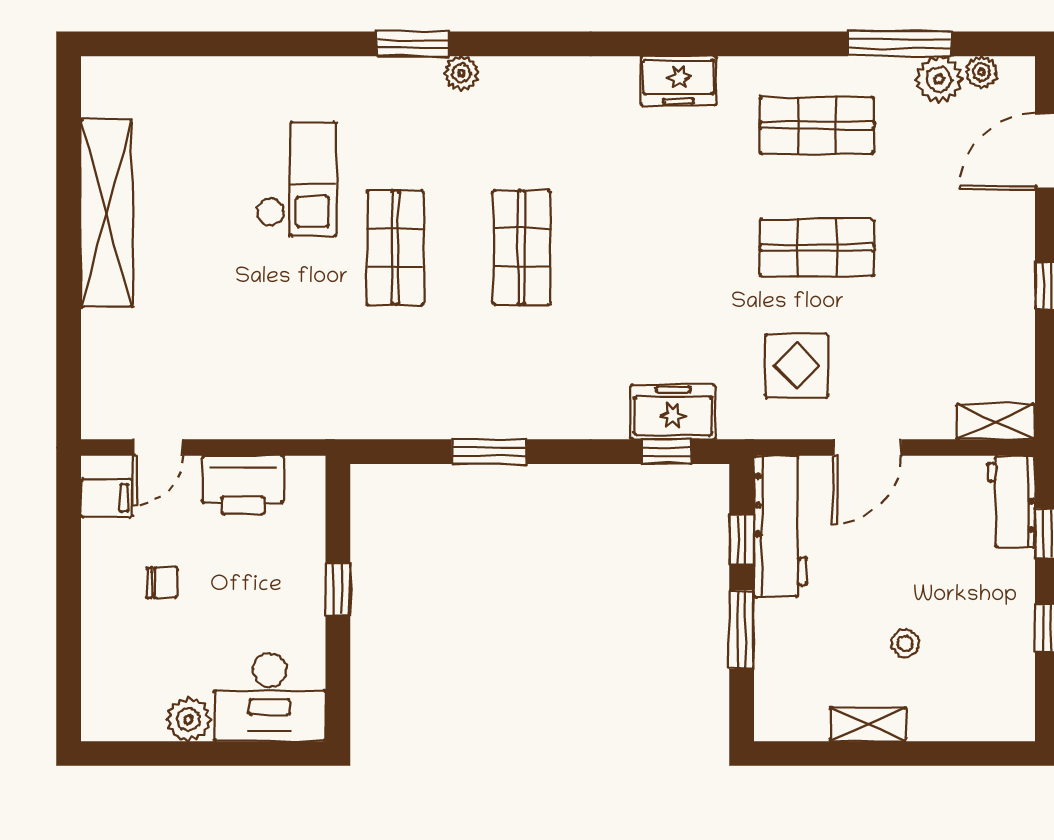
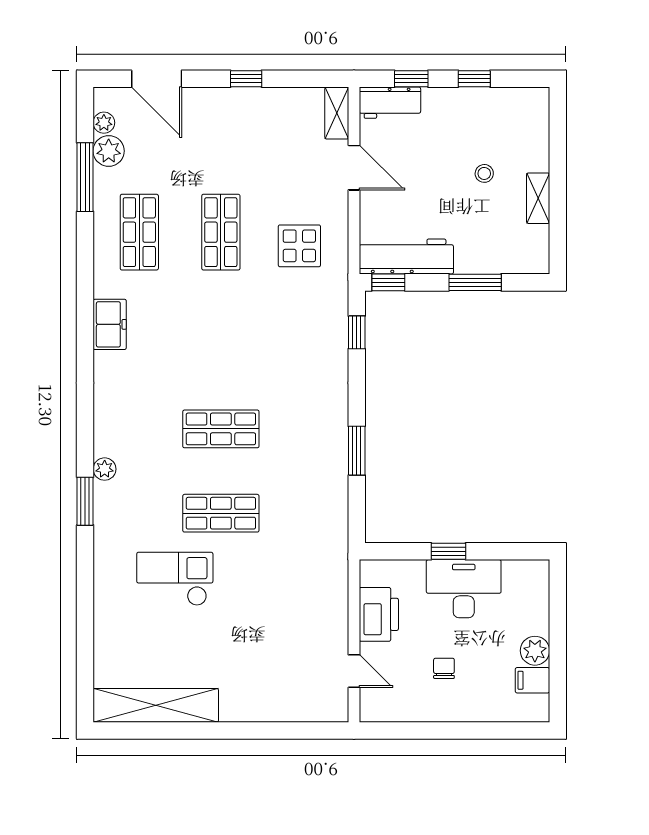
shelving: (106, 213) -> (156, 705), moved
freezer: (673, 412) -> (330, 328), removed
door: (867, 448) -> (354, 168), moved
filing cabinet: (106, 498) -> (532, 680), moved, turned -90
window: (742, 540) -> (388, 282), moved
desk: (270, 697) -> (464, 589), moved, turned -90

